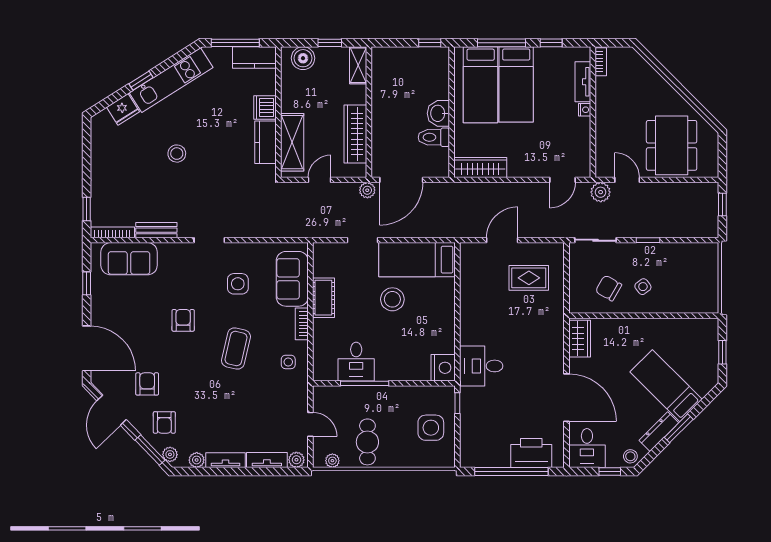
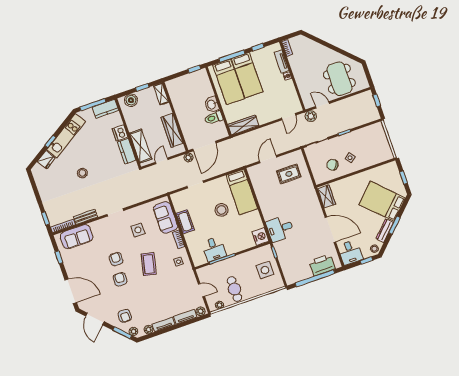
bed: (417, 260) -> (242, 192), moved, turned -90
armchair: (147, 384) -> (120, 279), moved
bed: (666, 386) -> (382, 201), width x1.50

